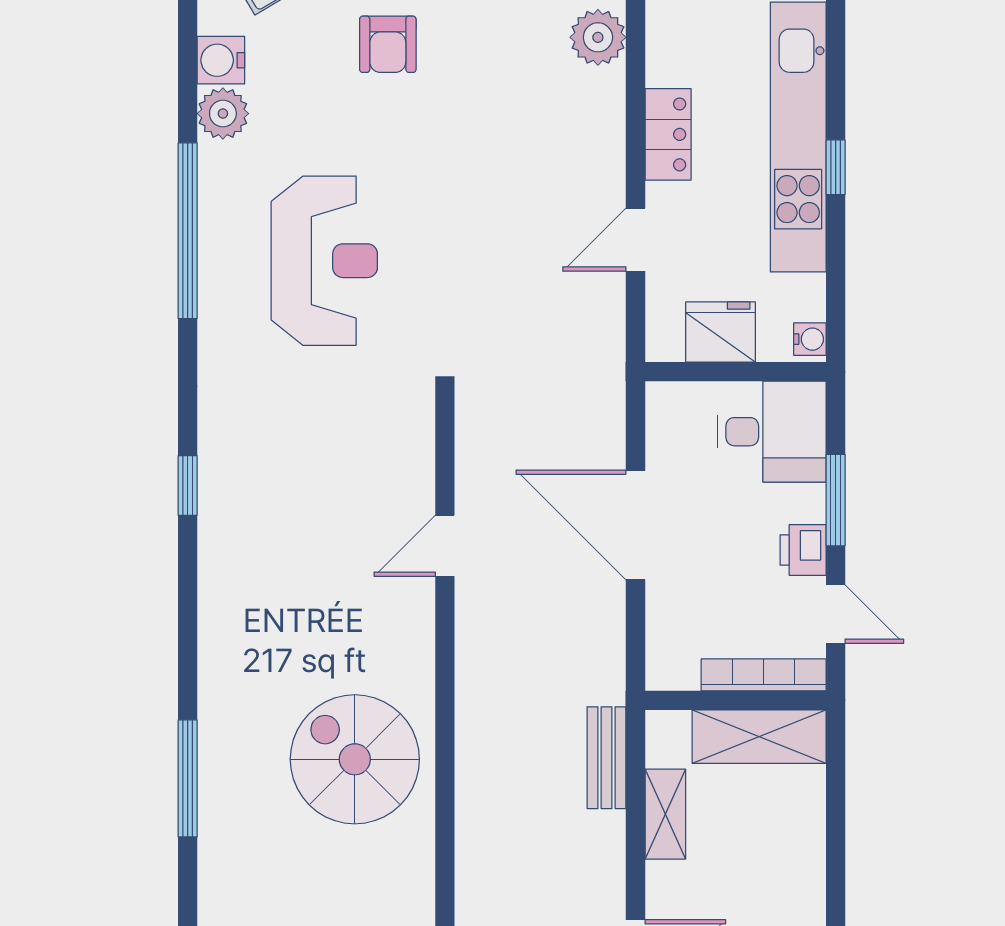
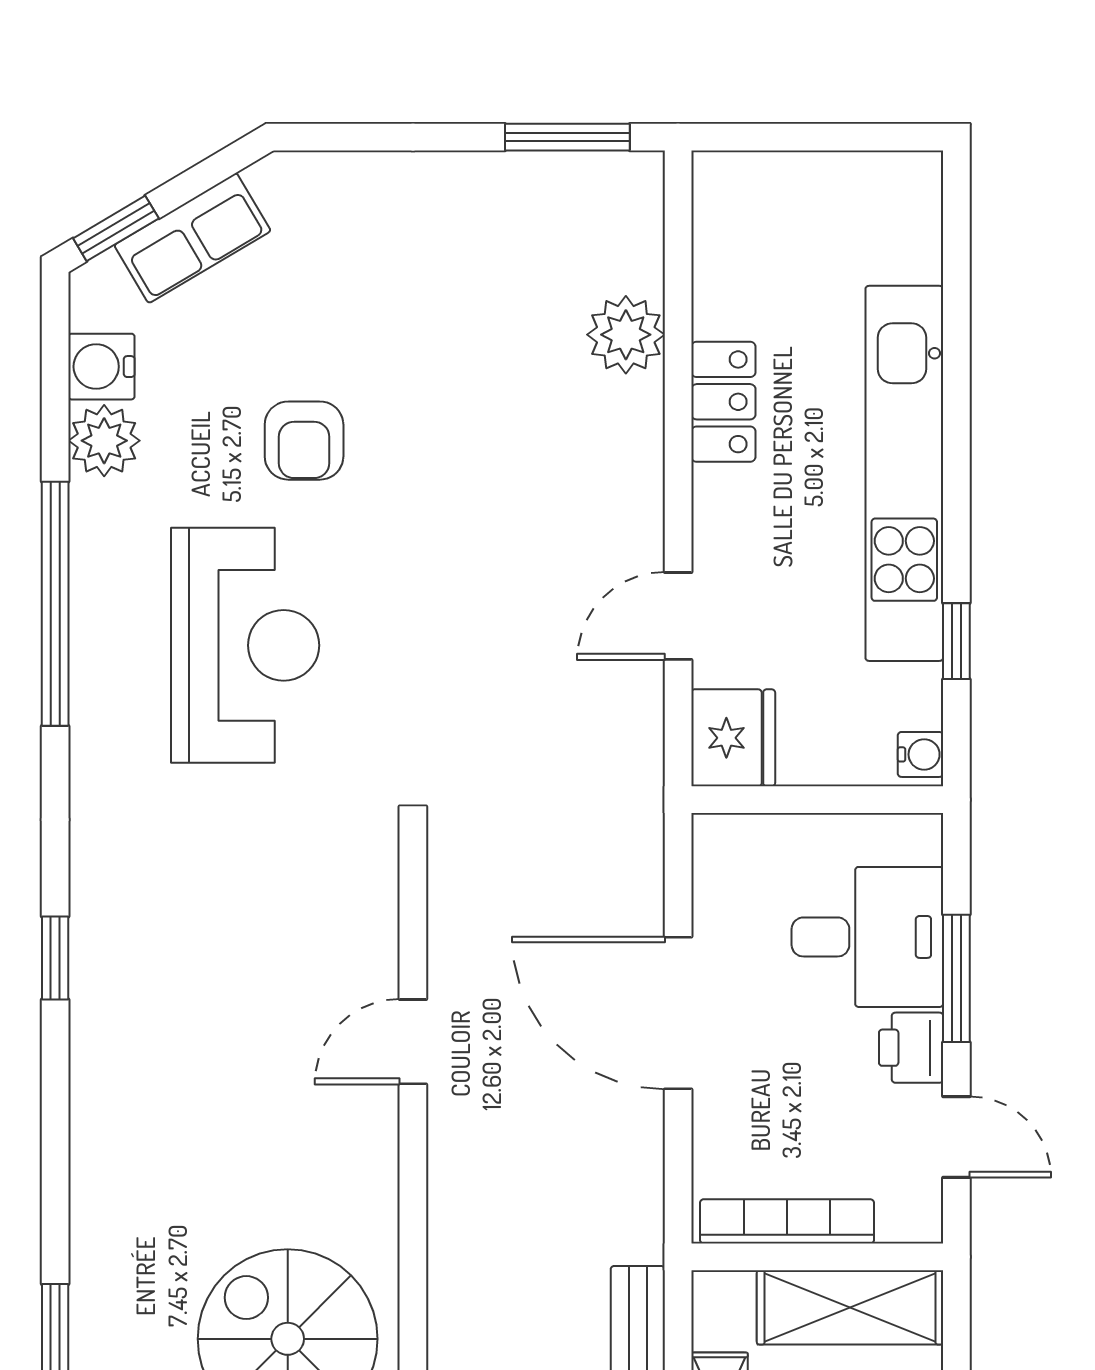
armchair: (388, 44) -> (304, 441), moved
locker: (668, 134) -> (723, 402), moved
window: (836, 167) -> (956, 641), moved
fridge: (720, 332) -> (733, 738), moved, turned 90
desk: (772, 432) -> (867, 937), moved
bookcase: (764, 675) -> (787, 1221), moved

